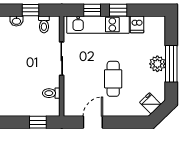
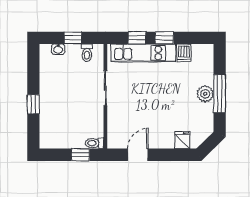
cafe table: (113, 79) -> (159, 110), removed
toilet: (51, 93) -> (94, 143), moved
fridge: (150, 103) -> (182, 140), moved, turned 44

